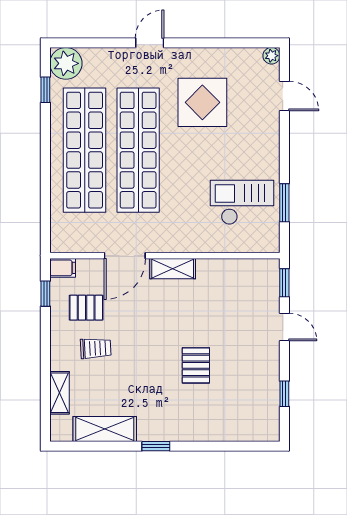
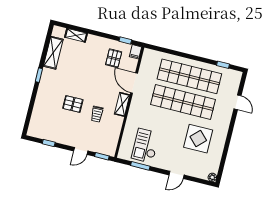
door: (150, 43) -> (238, 102), moved
plant: (66, 63) -> (233, 78), removed
door: (284, 96) -> (177, 175), moved
checkout: (242, 202) -> (146, 146), turned 180
trolley: (96, 348) -> (97, 114), moved

